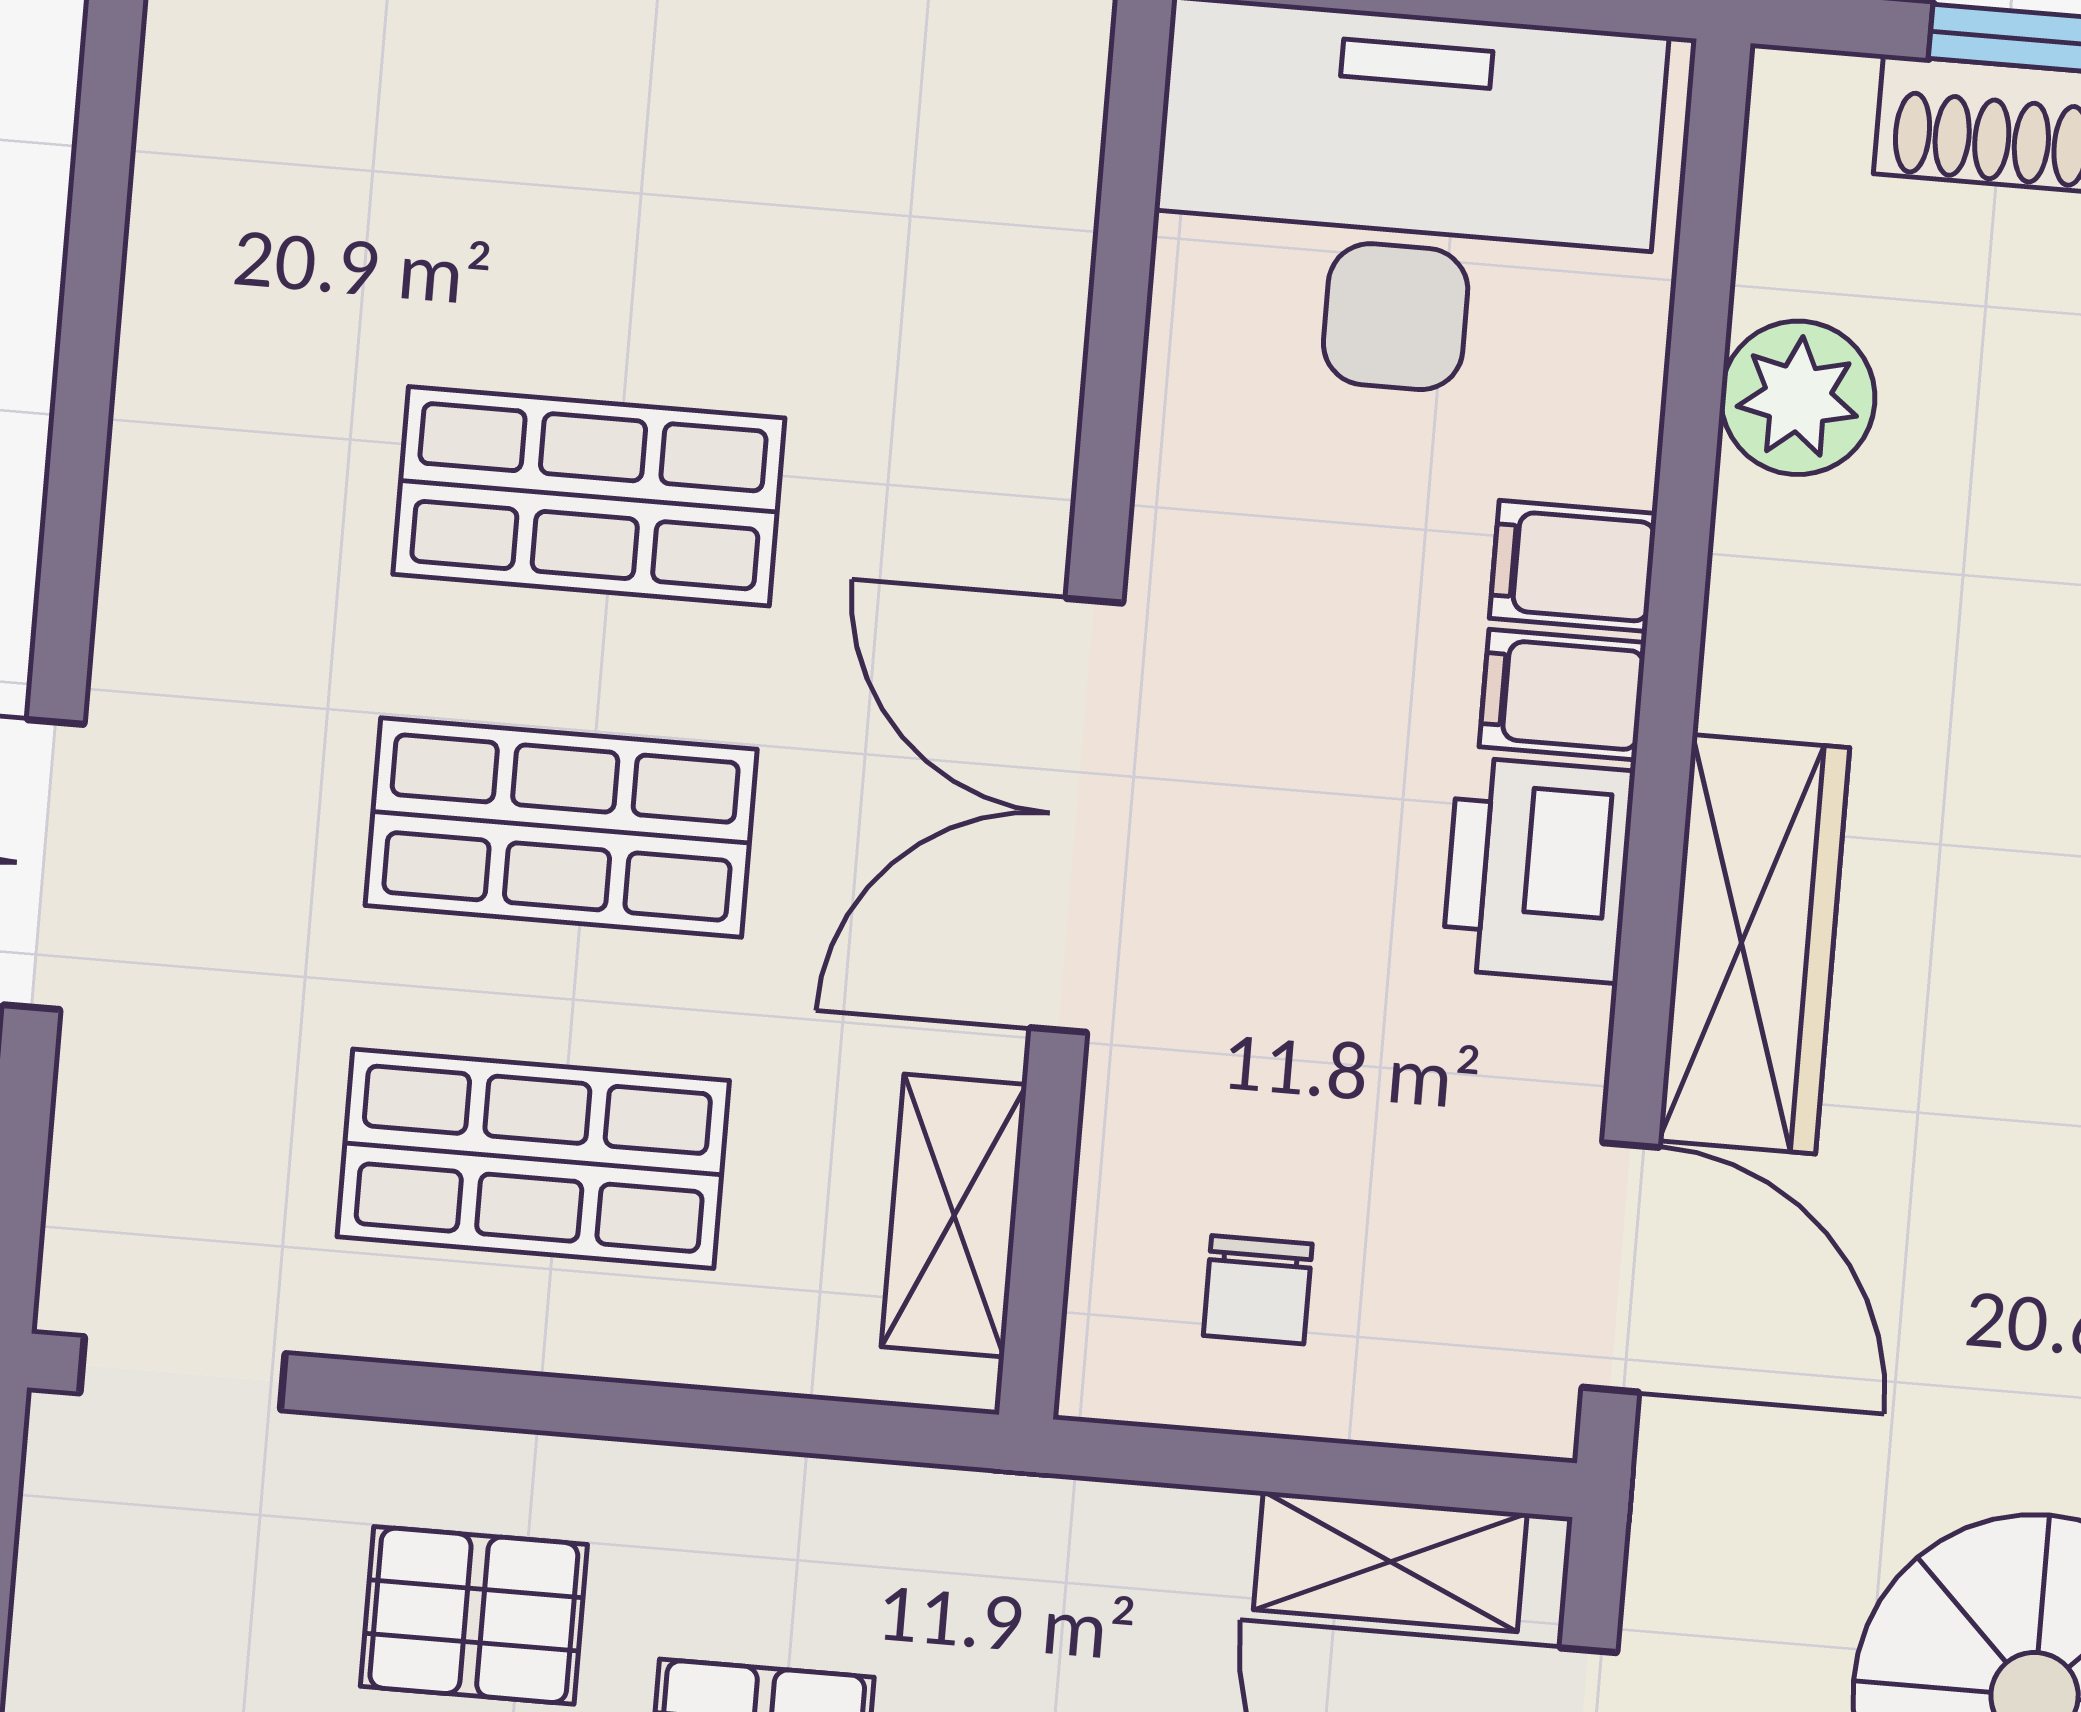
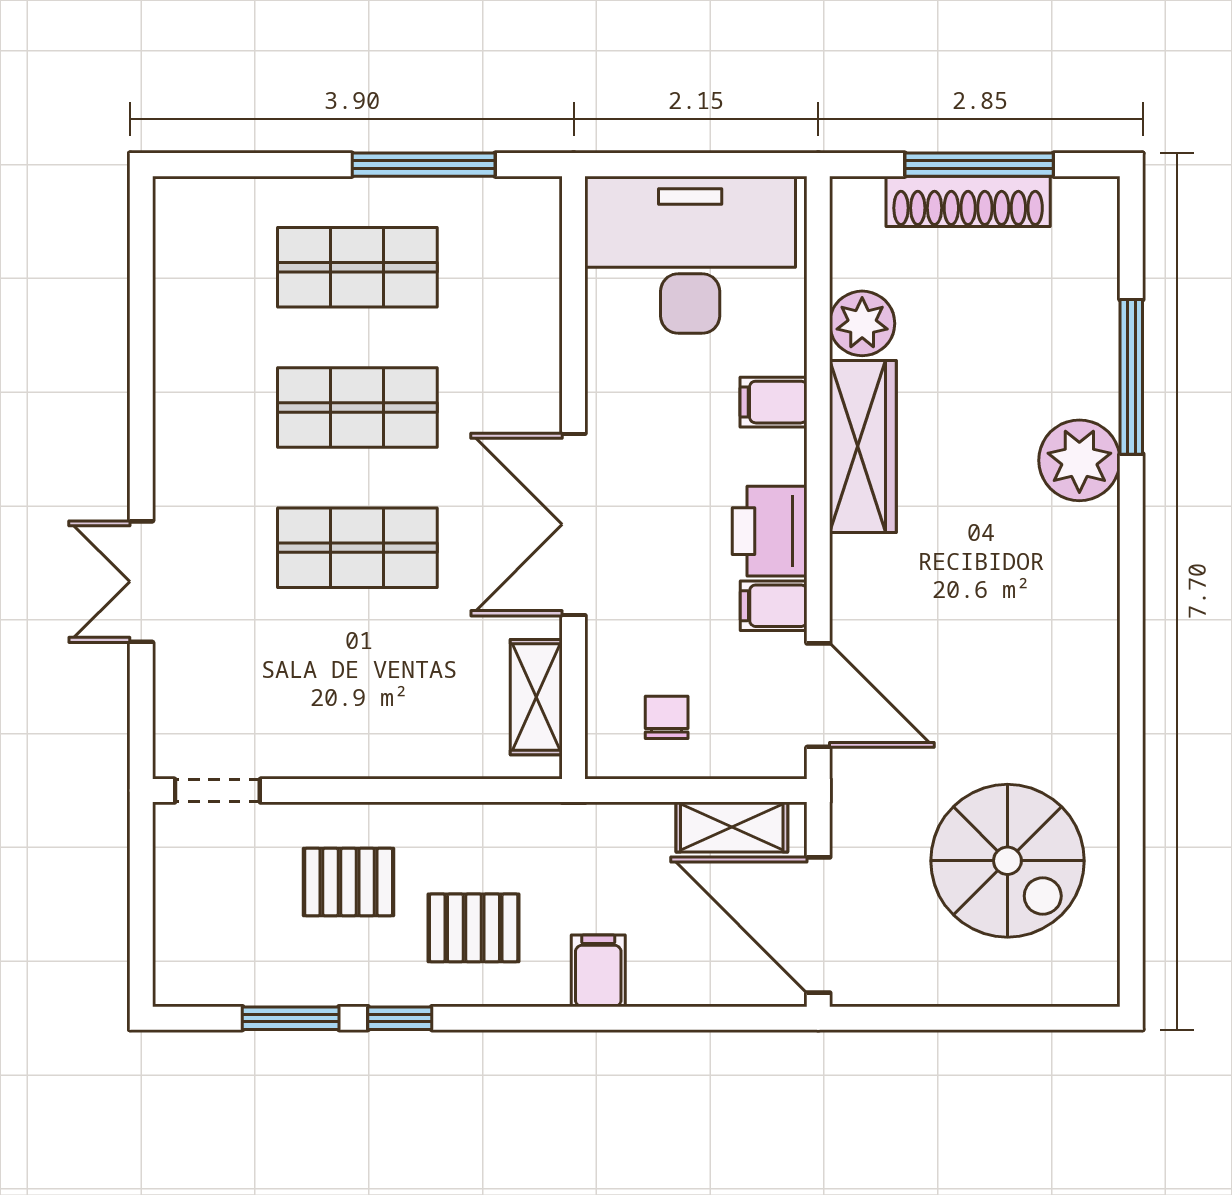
filing cabinet: (1563, 695) -> (774, 606), moved
wardrobe: (1754, 944) -> (863, 446), moved
shop shelf: (533, 1159) -> (357, 267), moved
chair: (1258, 1290) -> (667, 717), turned 180

